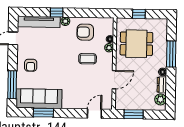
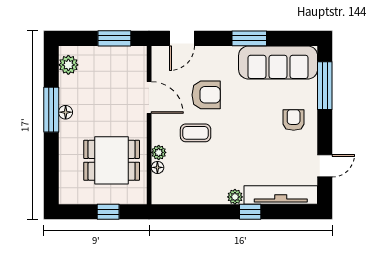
armchair: (85, 32) -> (206, 95), moved
window: (171, 54) -> (51, 110), moved
door: (114, 80) -> (149, 97), swing flipped
dresser: (162, 85) -> (66, 90), removed
window: (43, 113) -> (249, 38), moved

